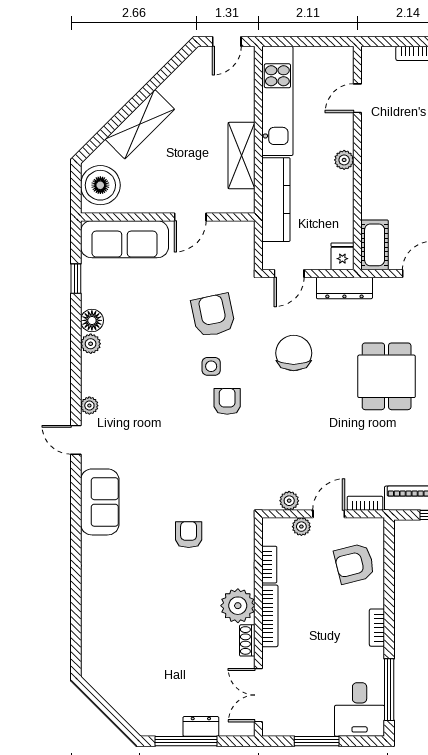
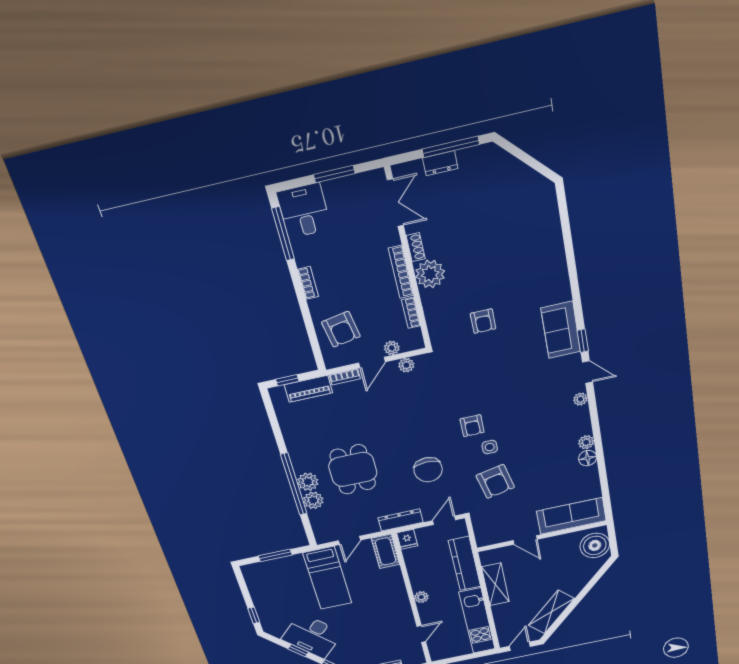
shelving: (140, 124) -> (551, 612), moved
door: (190, 217) -> (525, 540), swing flipped
window: (76, 279) -> (583, 341), moved
armchair: (354, 564) -> (341, 329), turned 94

